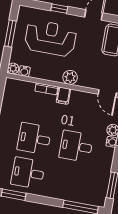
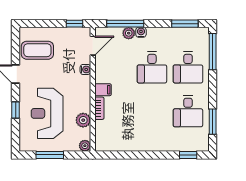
water cooler: (24, 71) -> (85, 69), moved
plant: (70, 77) -> (83, 120), moved
desk: (34, 139) -> (188, 67), moved

